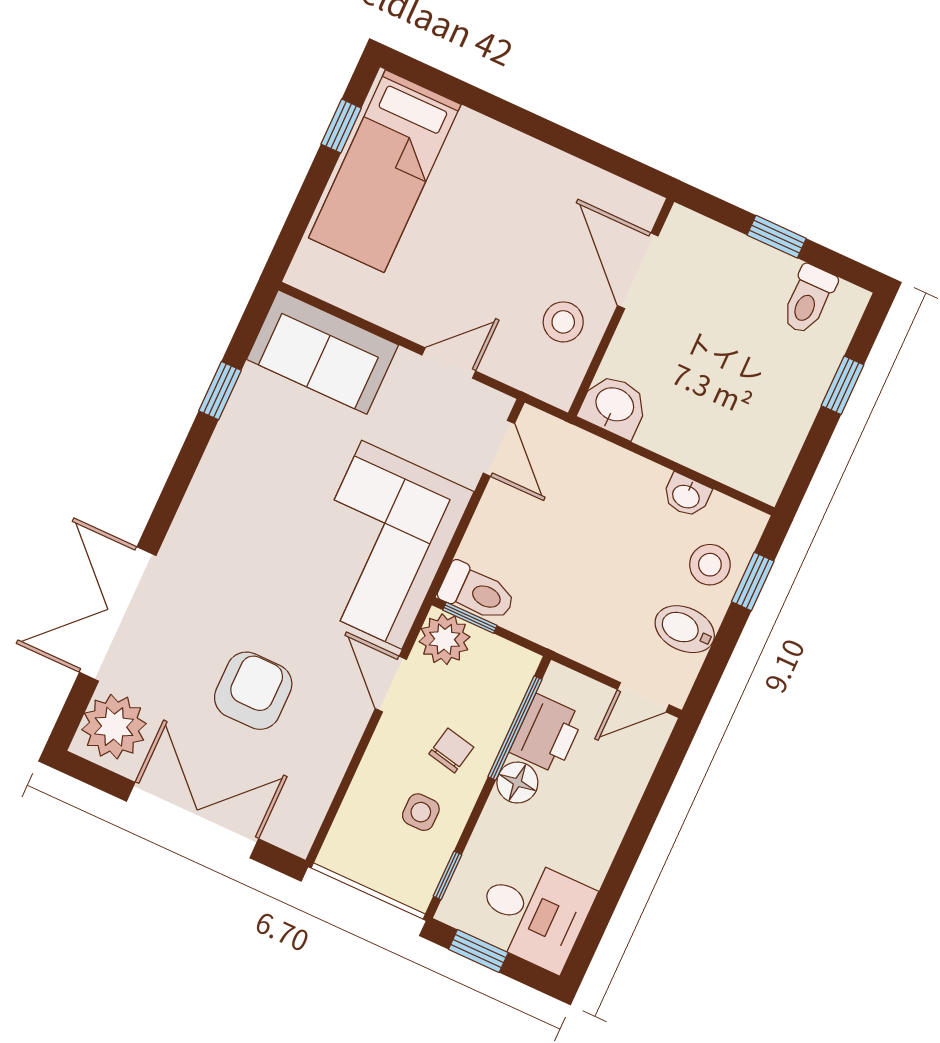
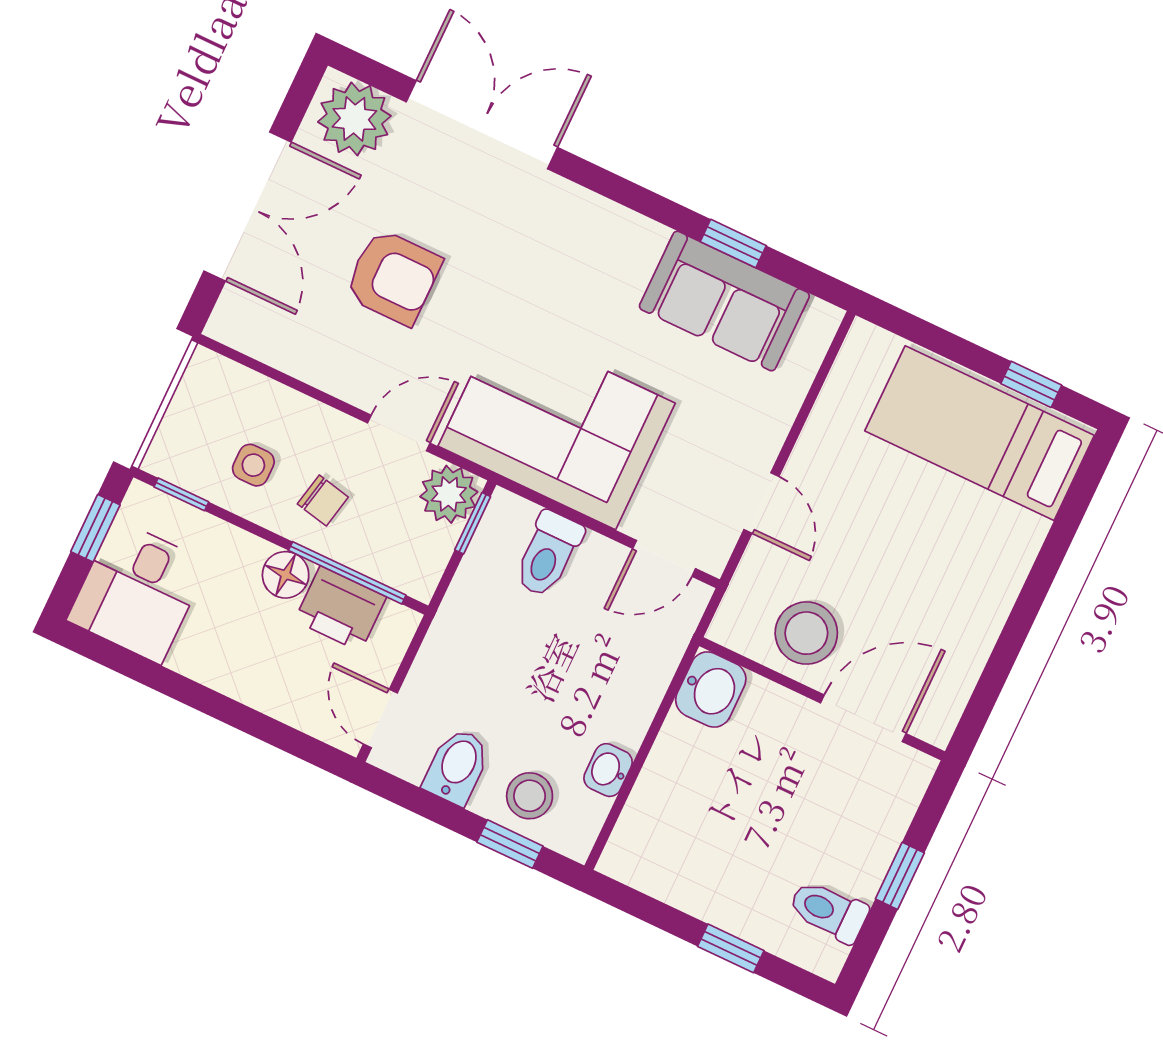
stool: (563, 322) -> (806, 633), width x1.38, depth x1.38
sofa: (322, 352) -> (724, 301), moved, turned -90
toilet: (477, 592) -> (548, 554), moved

